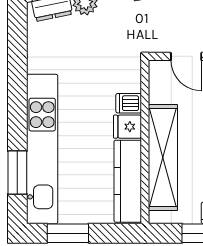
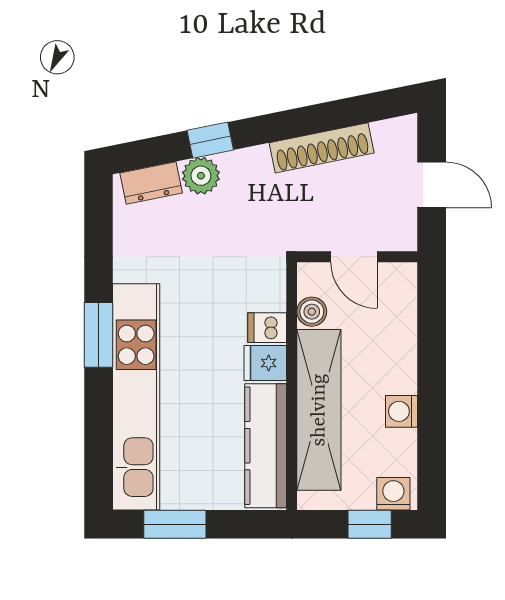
boiler: (158, 93) -> (312, 312), added
window: (17, 172) -> (99, 335), moved

